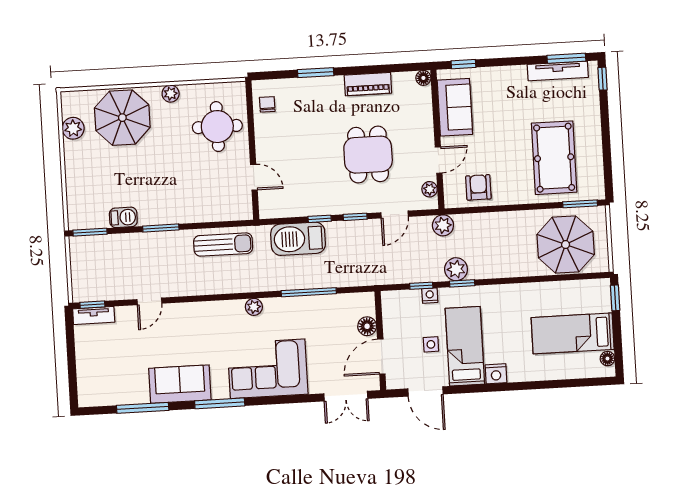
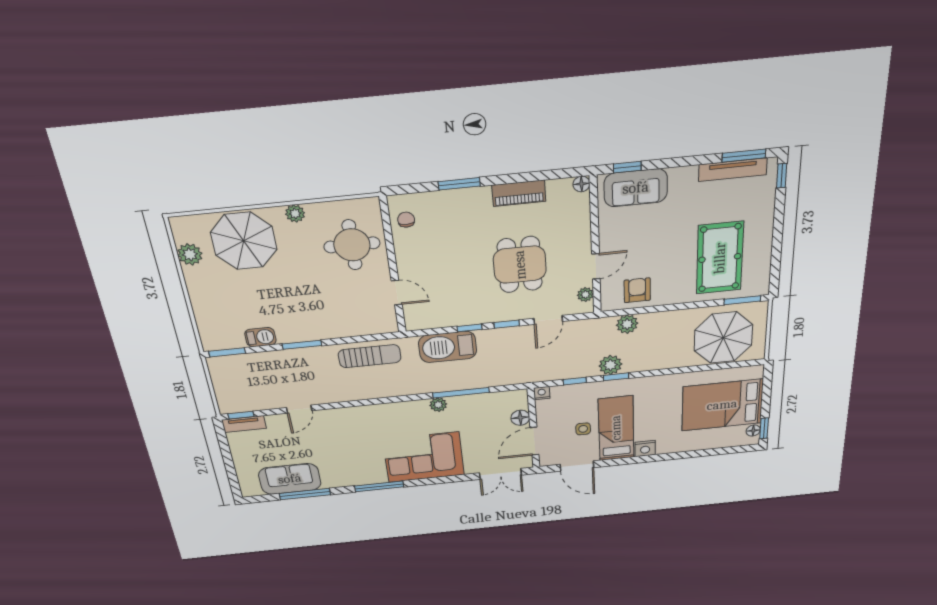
sofa: (455, 107) -> (636, 188), moved, turned 90
plant: (443, 225) -> (627, 324), moved
nightstand: (430, 296) -> (542, 393), moved
window: (615, 298) -> (764, 428), moved
plant: (254, 307) -> (438, 405), moved
bed: (573, 333) -> (722, 405), width x1.50
sofa: (180, 384) -> (290, 479), moved

